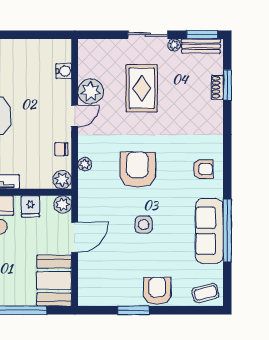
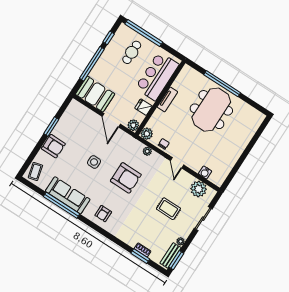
sliding door: (148, 35) -> (203, 219), moved
rug: (142, 88) -> (168, 209), width x0.73, depth x0.70
plant: (91, 91) -> (199, 189), moved

